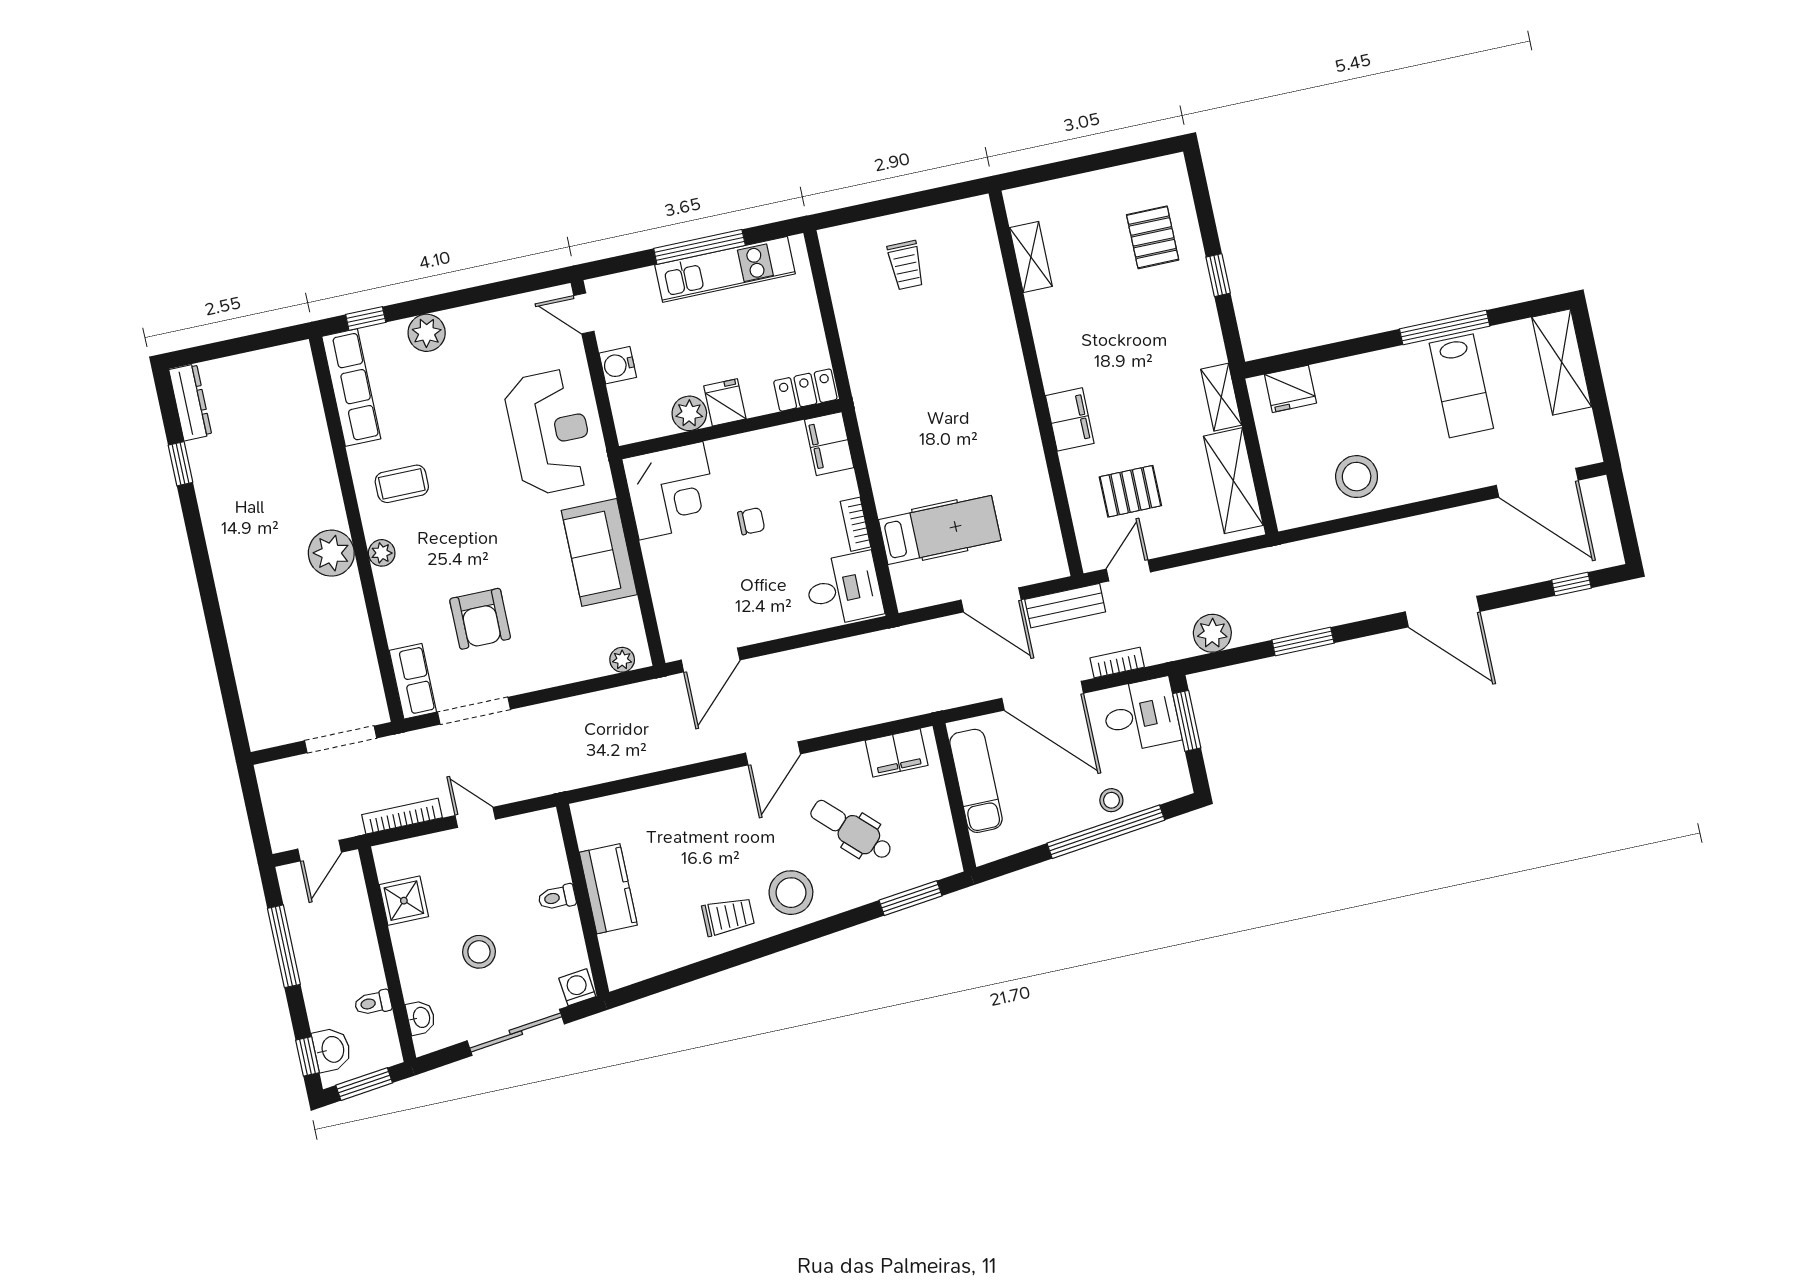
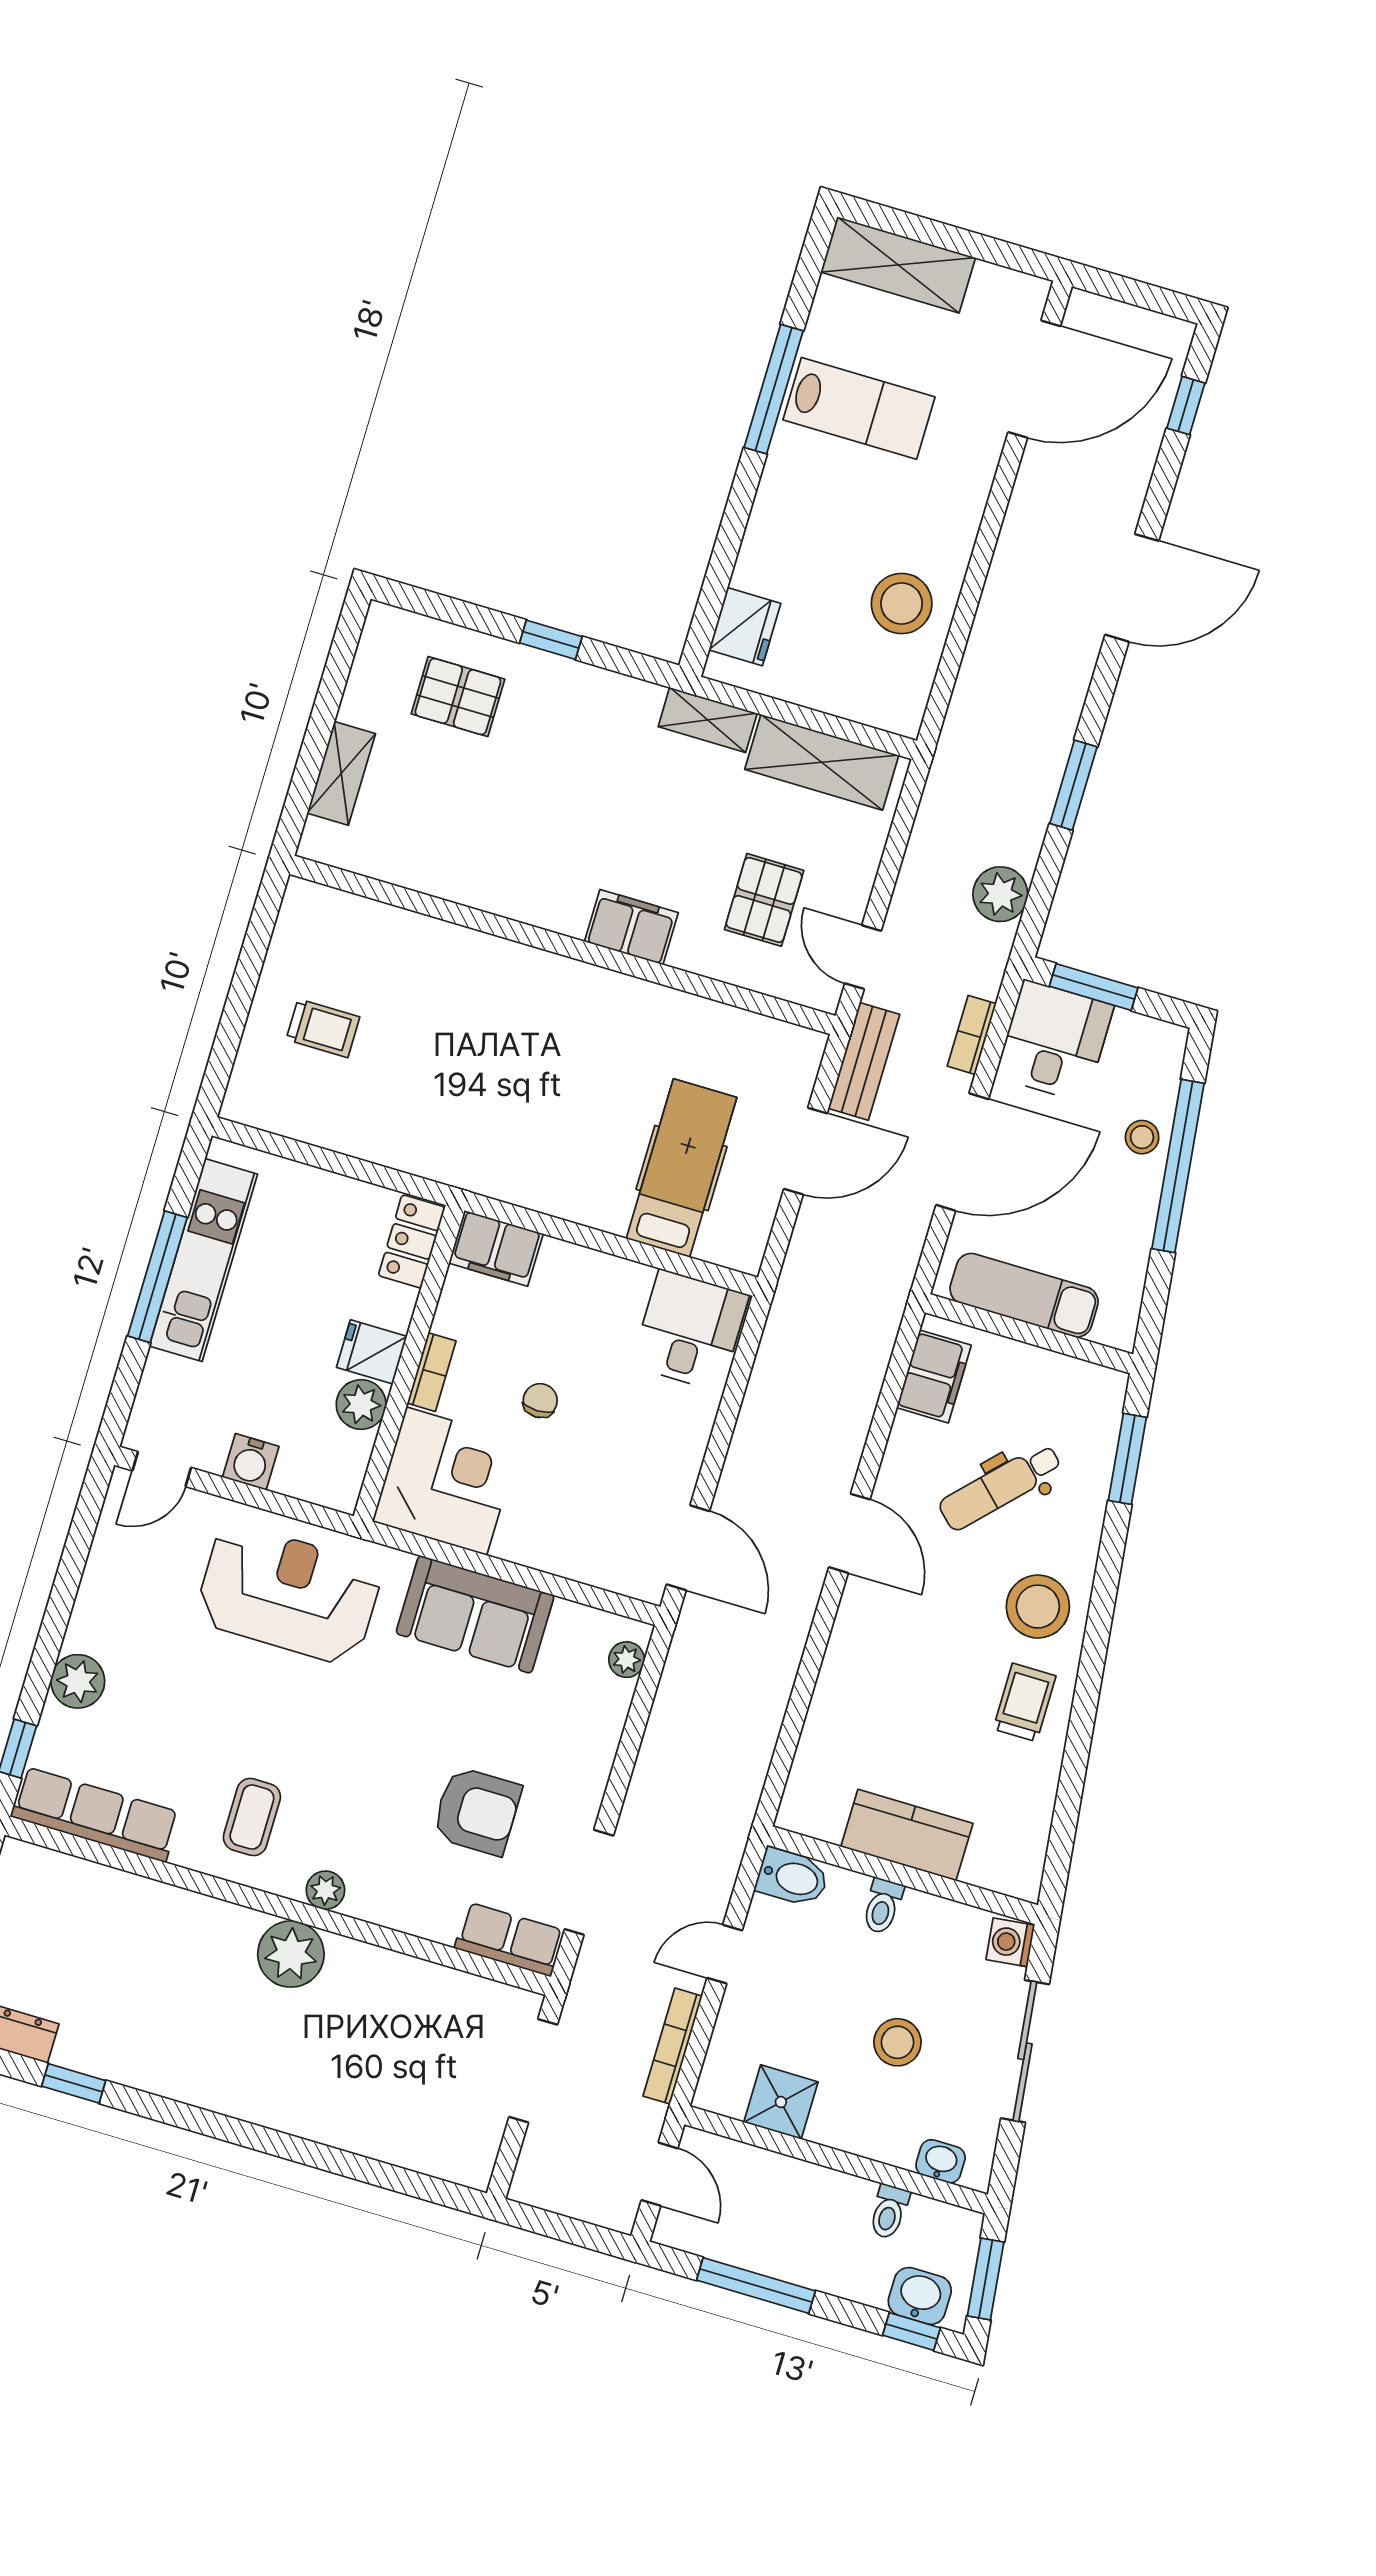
shelving: (1031, 257) -> (341, 773), moved, turned 90
bookcase: (855, 524) -> (432, 1372), moved, turned -90
bidet: (544, 833) -> (792, 1878), added

